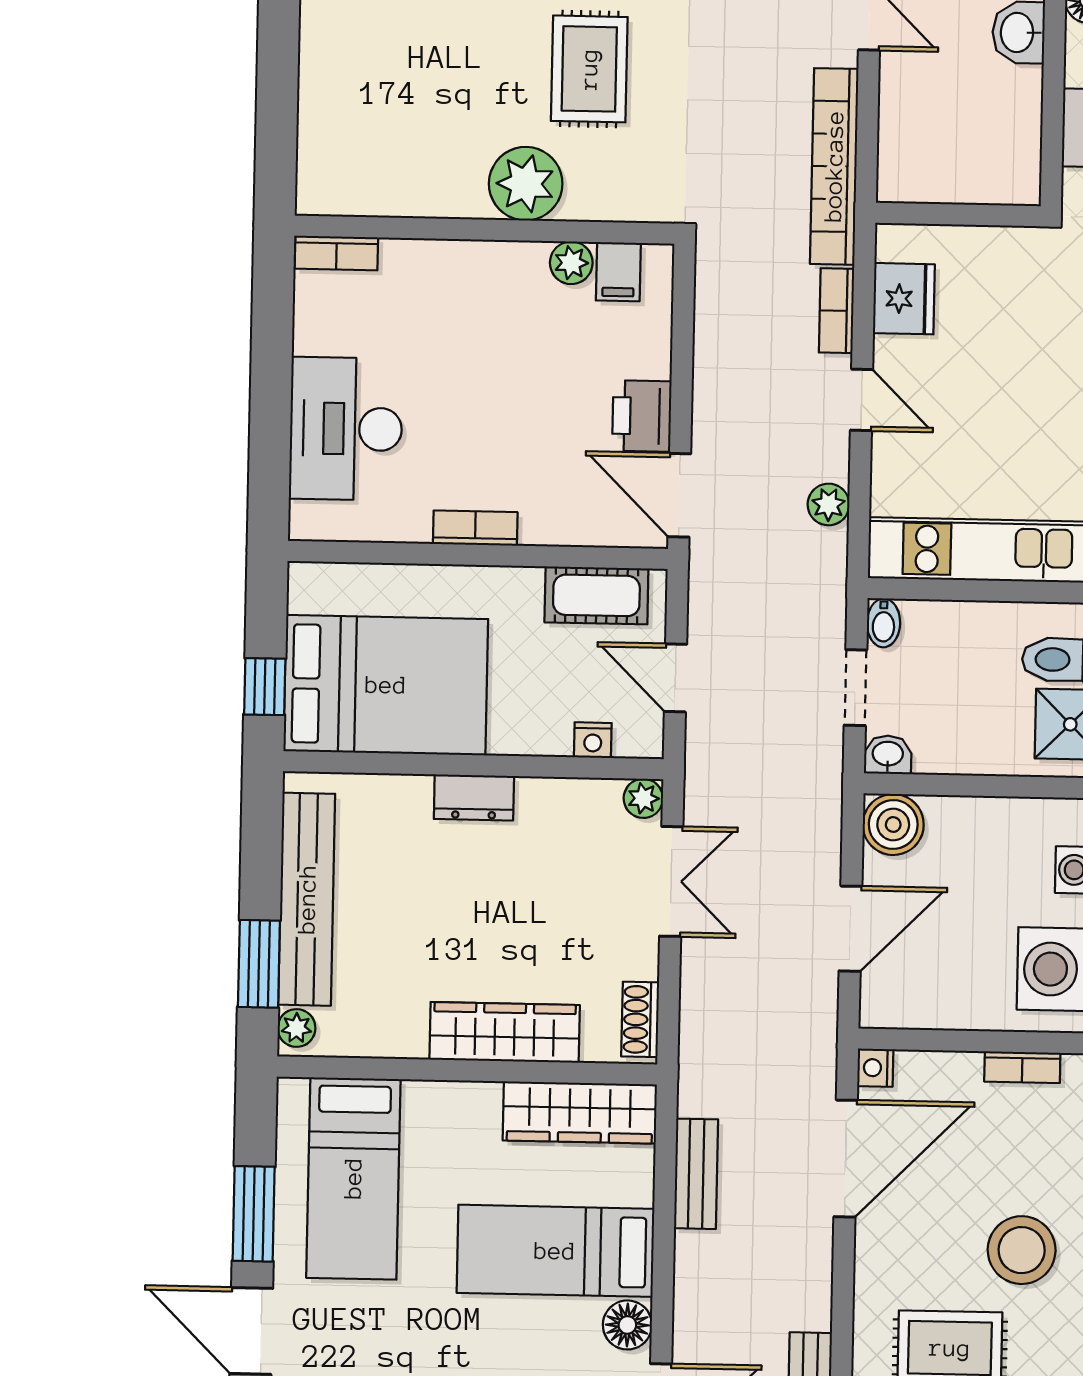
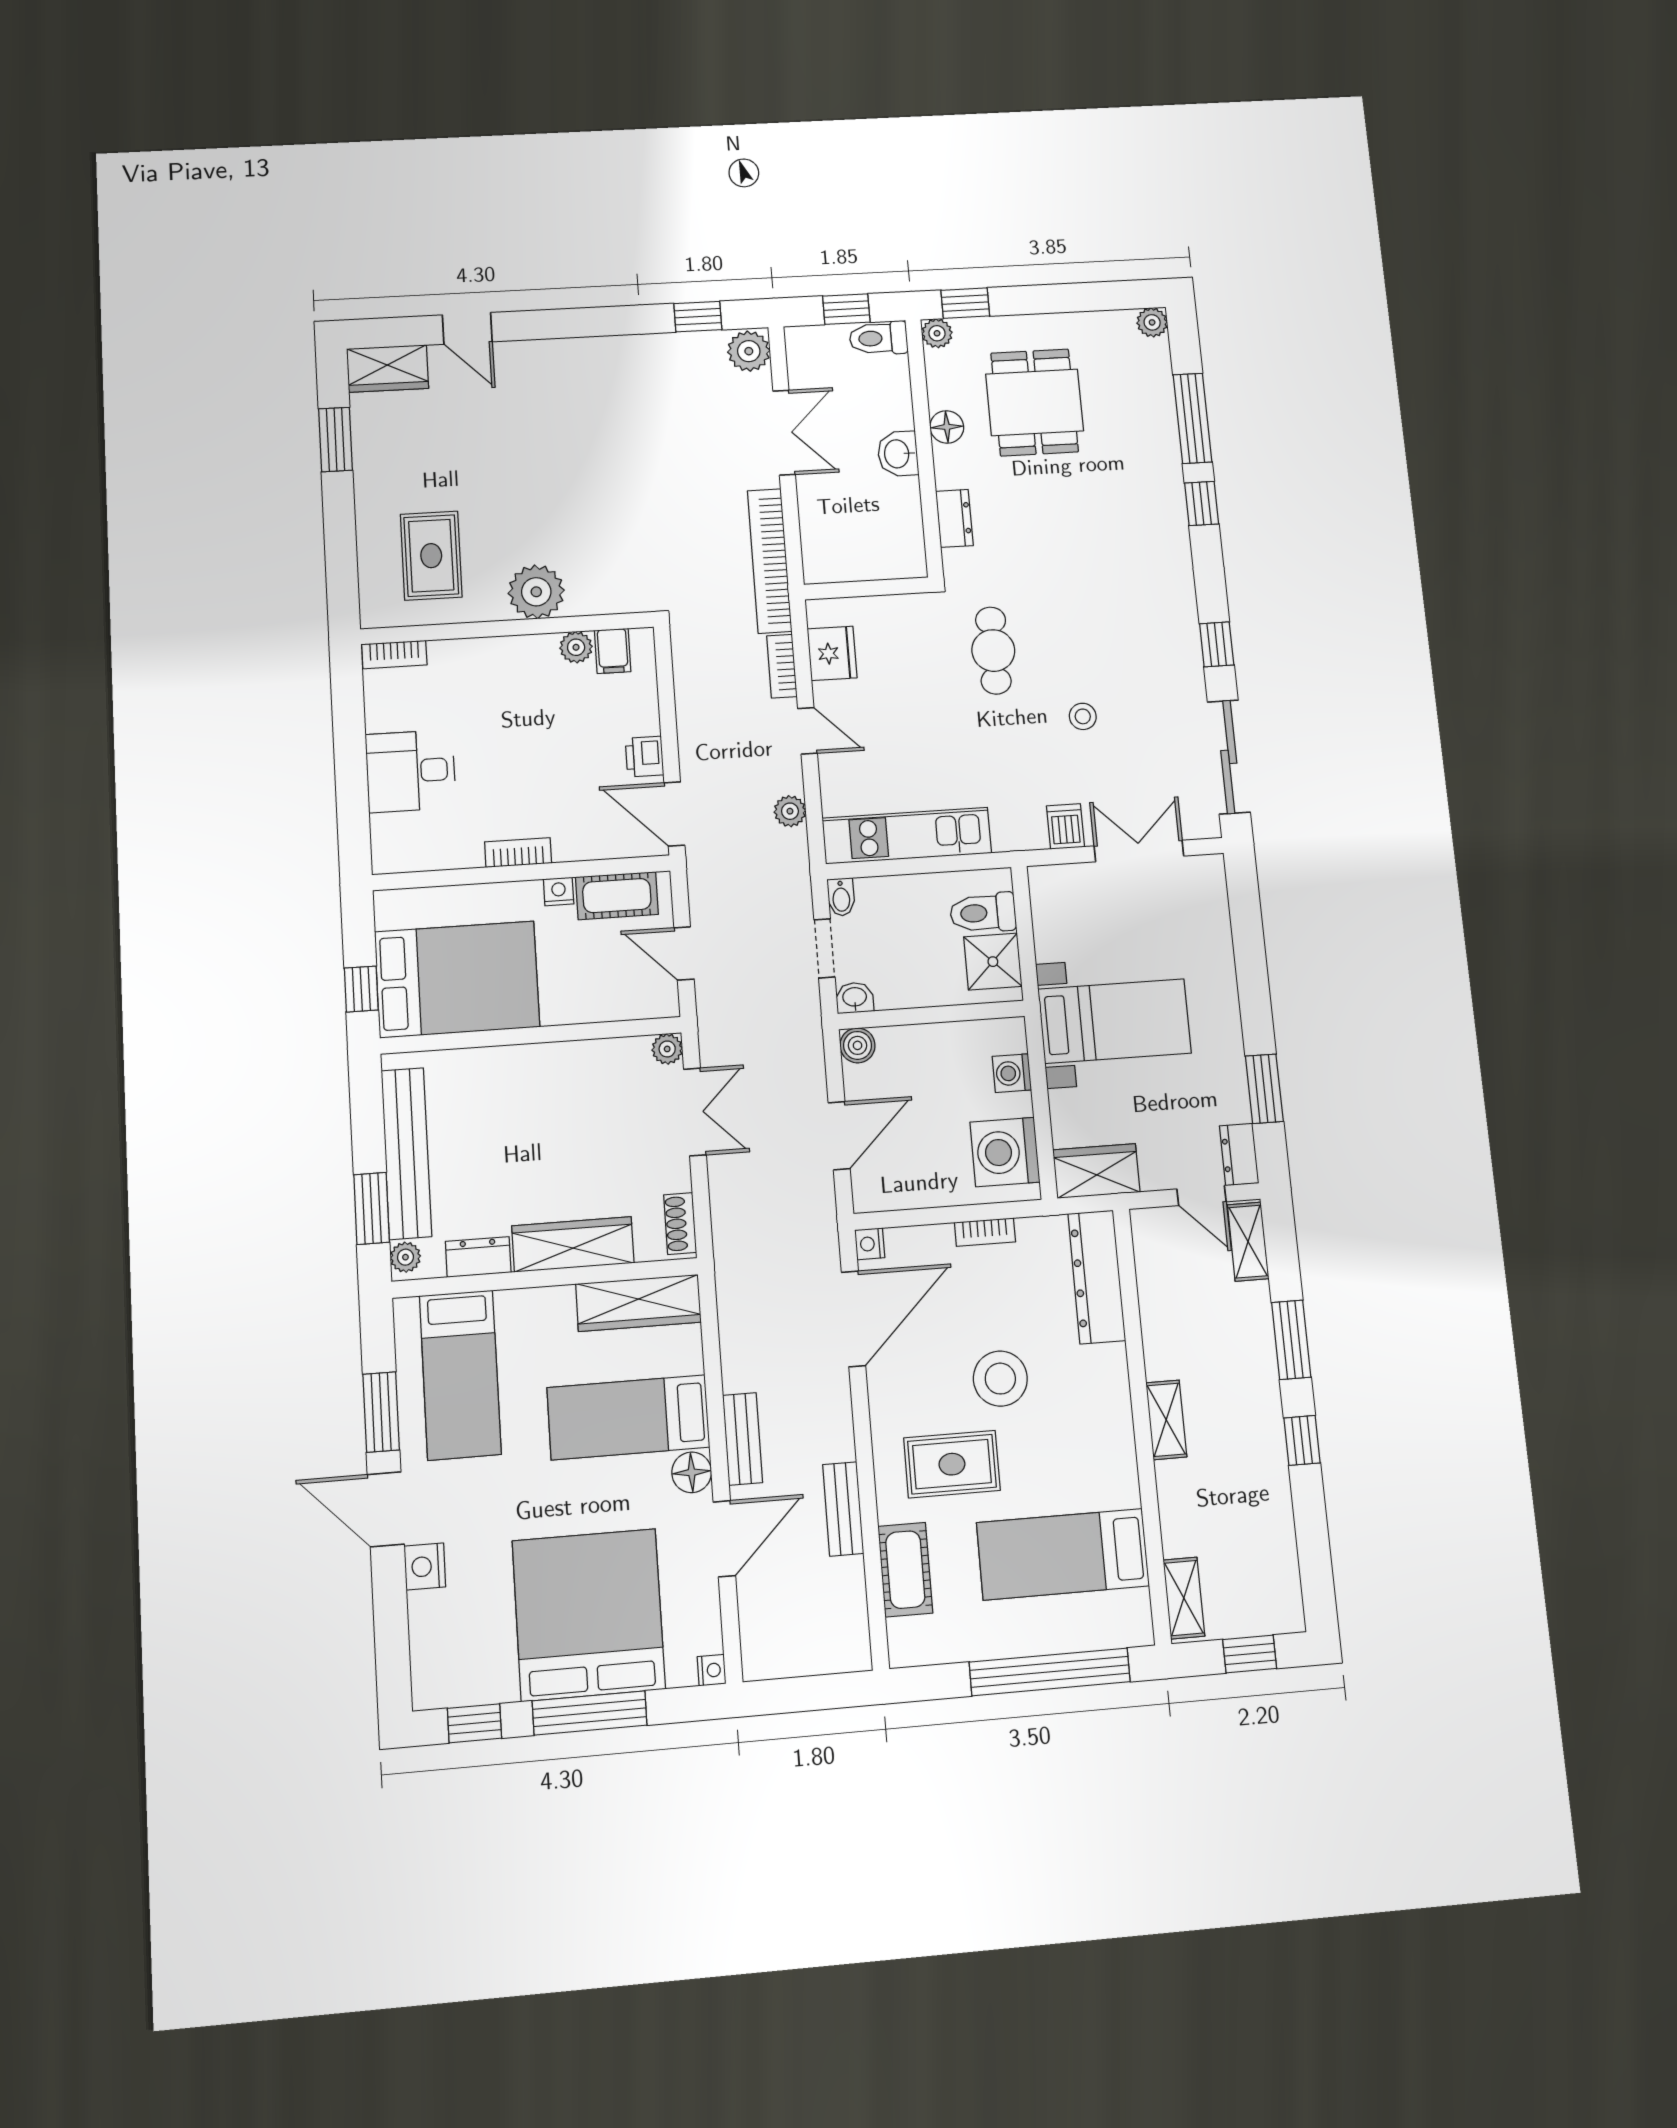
rug: (589, 69) -> (431, 556), moved
printer: (642, 416) -> (645, 757), width x0.73, depth x0.81
desk: (346, 429) -> (411, 771), width x0.73
nightstand: (593, 740) -> (559, 891), moved, turned 180
dresser: (474, 797) -> (478, 1257), moved, turned 180
boiler: (893, 825) -> (858, 1045), width x0.73, depth x0.73
bench: (696, 1174) -> (742, 1439), moved

